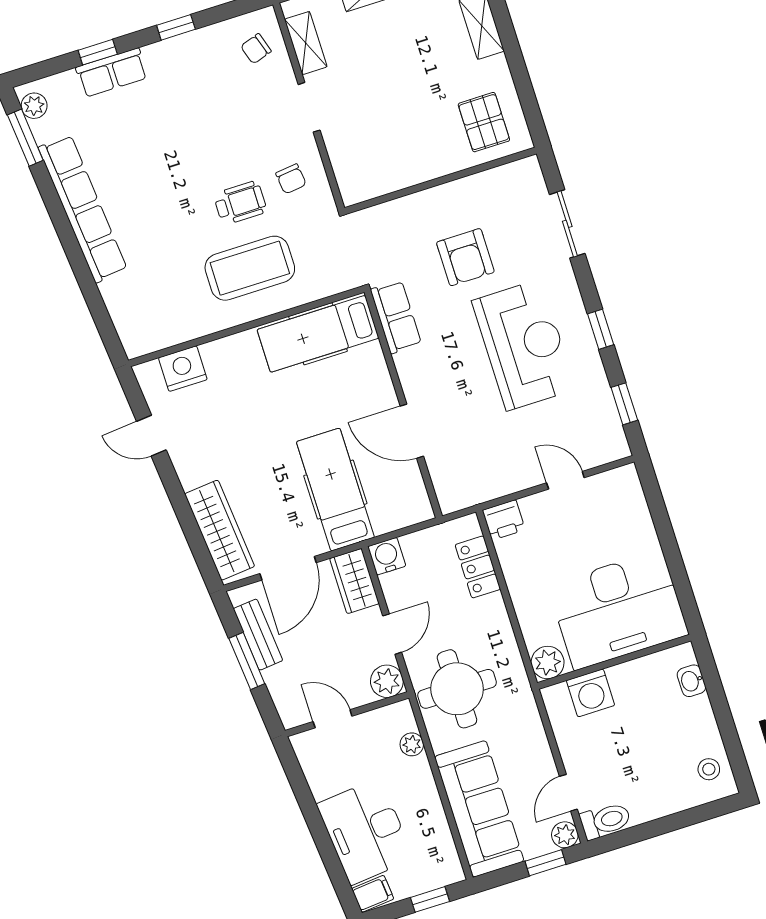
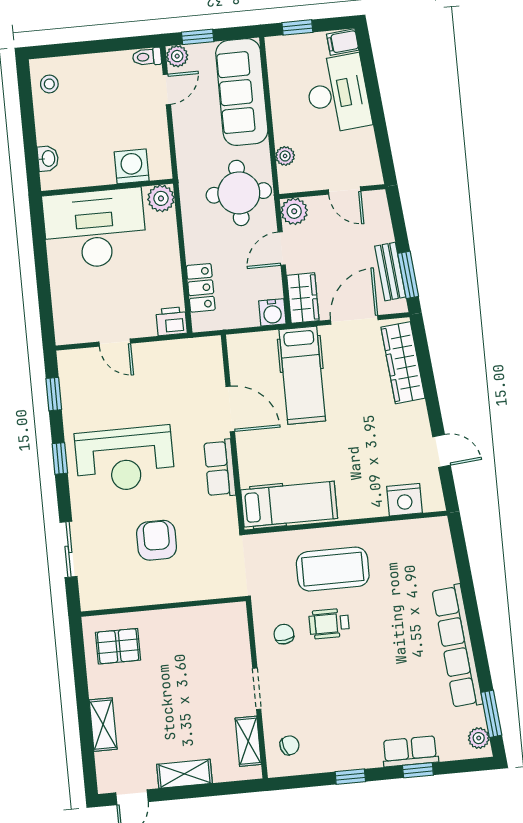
pallet: (484, 122) -> (118, 646), turned 90
row of seats: (396, 317) -> (220, 468), moved
reception desk: (524, 345) -> (125, 459), turned -90
window: (247, 661) -> (408, 275), moved
toilet: (605, 821) -> (147, 57), width x0.73, depth x0.72

